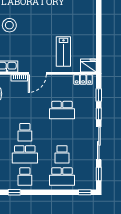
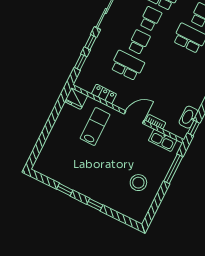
locker: (83, 80) -> (104, 94), moved
school desk: (25, 132) -> (139, 42), moved

